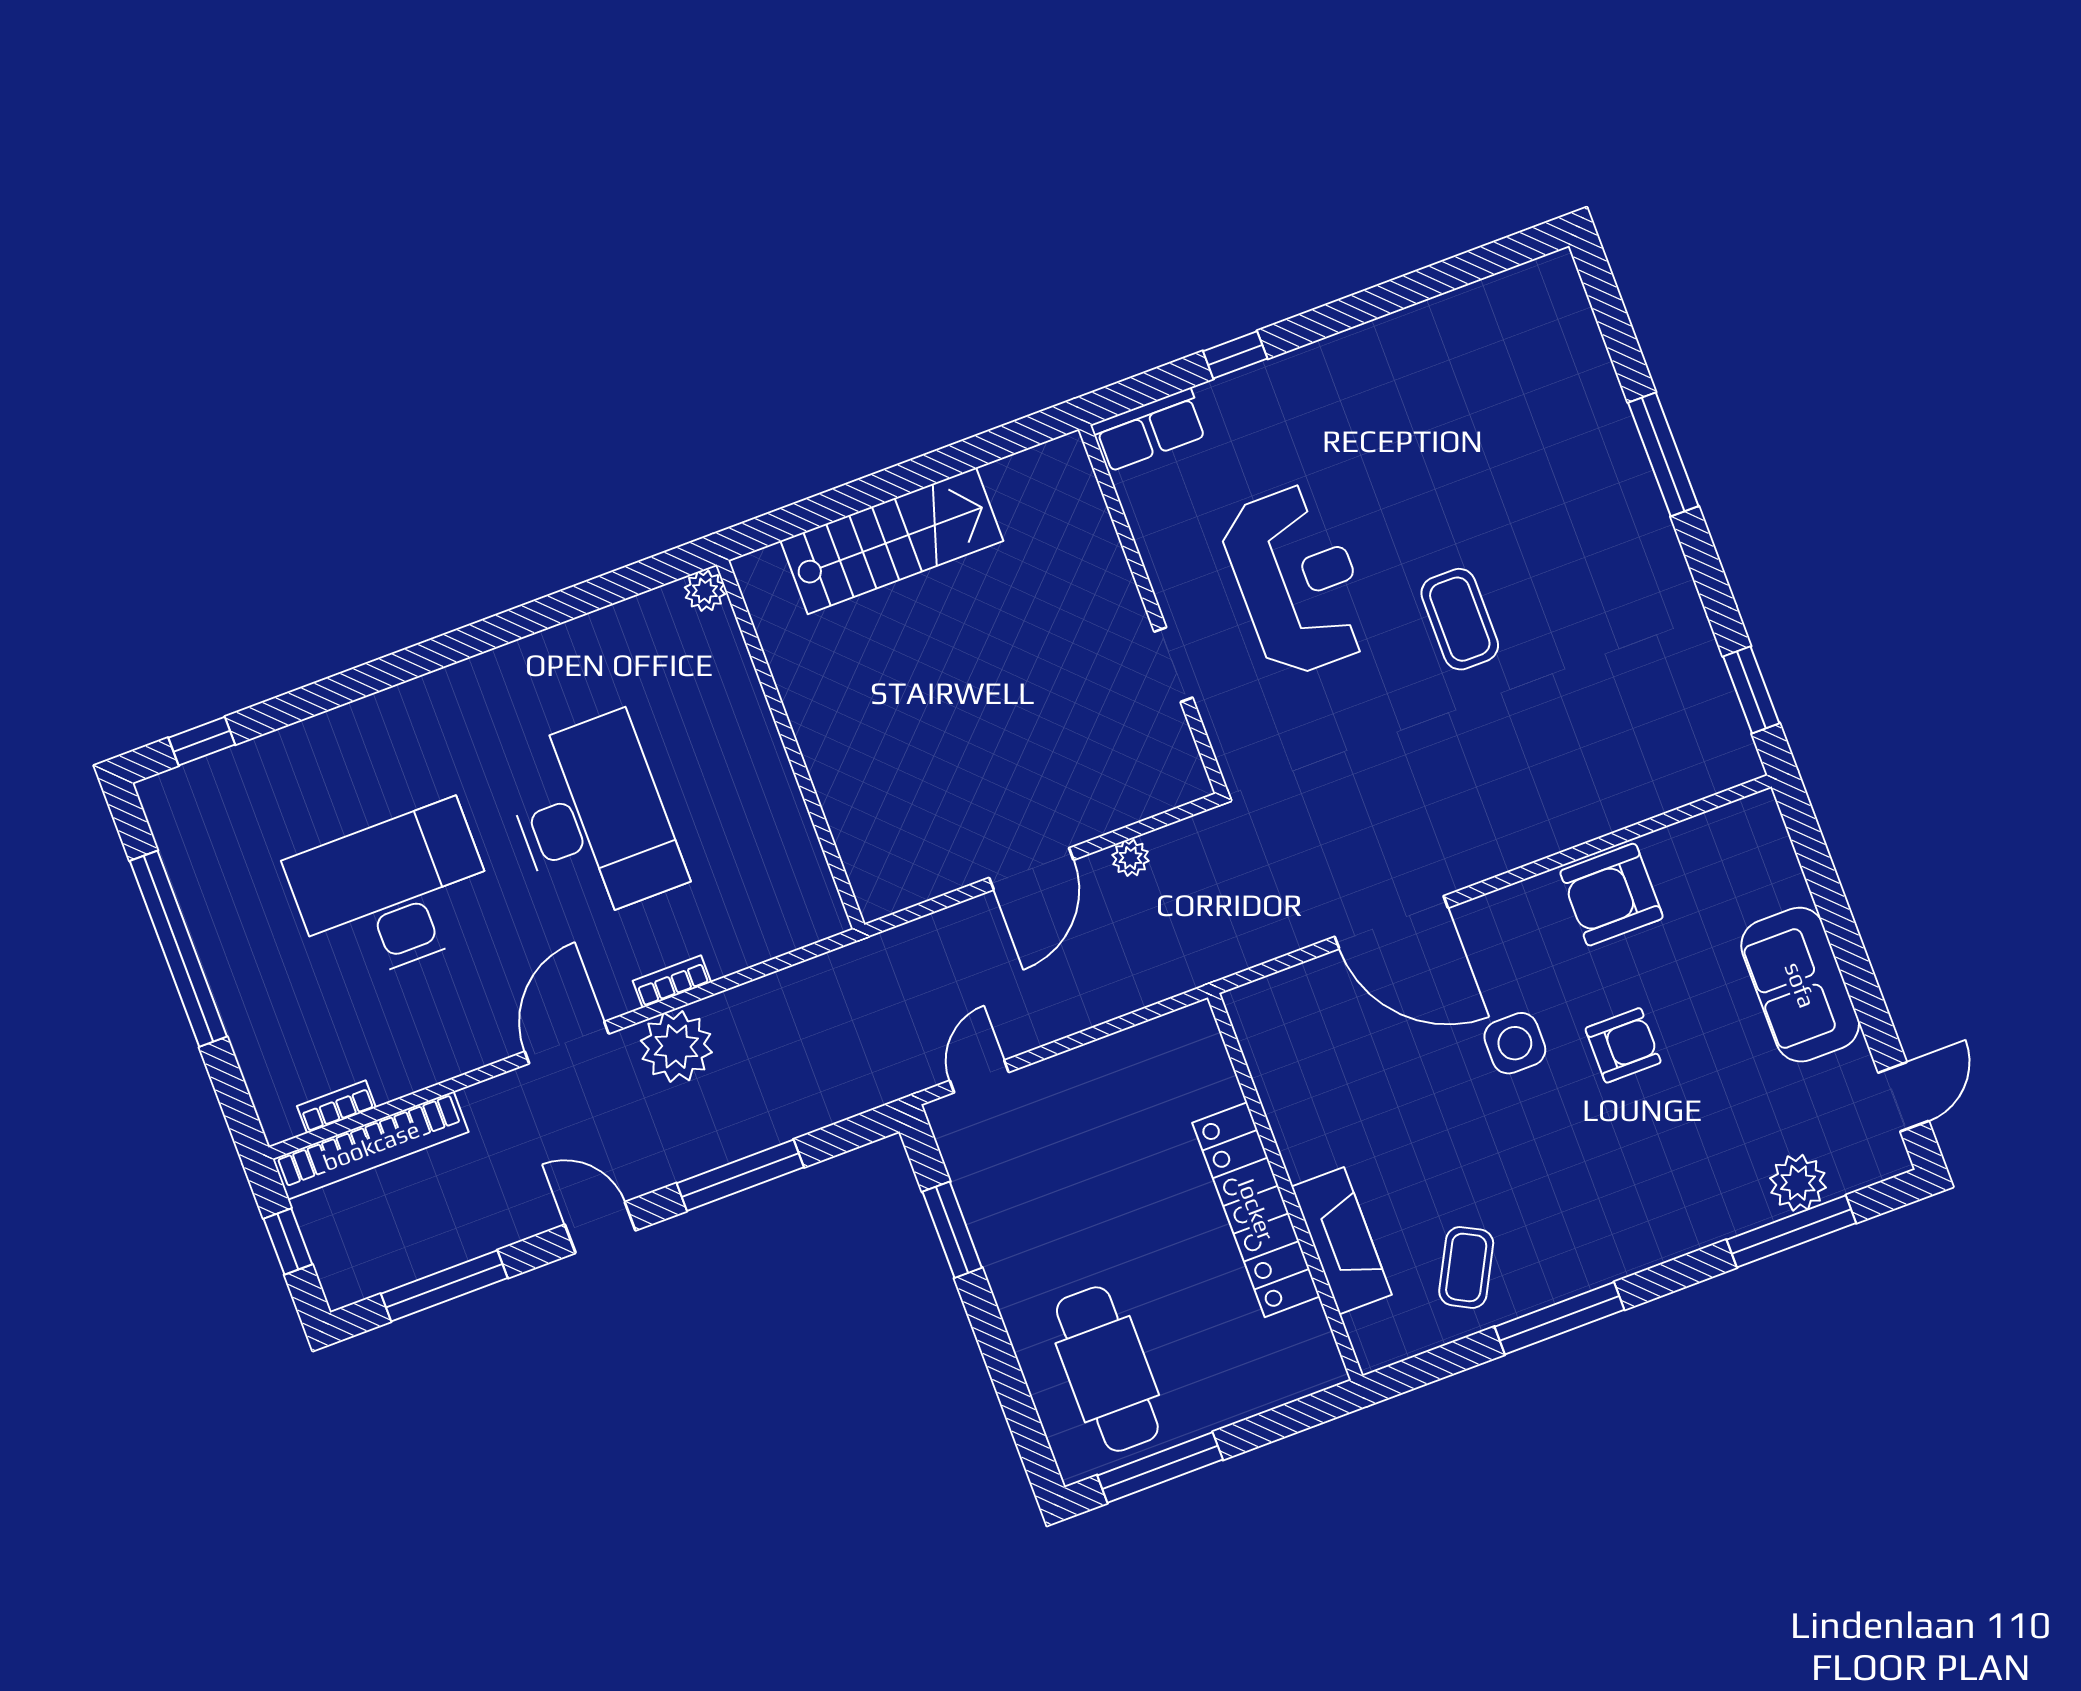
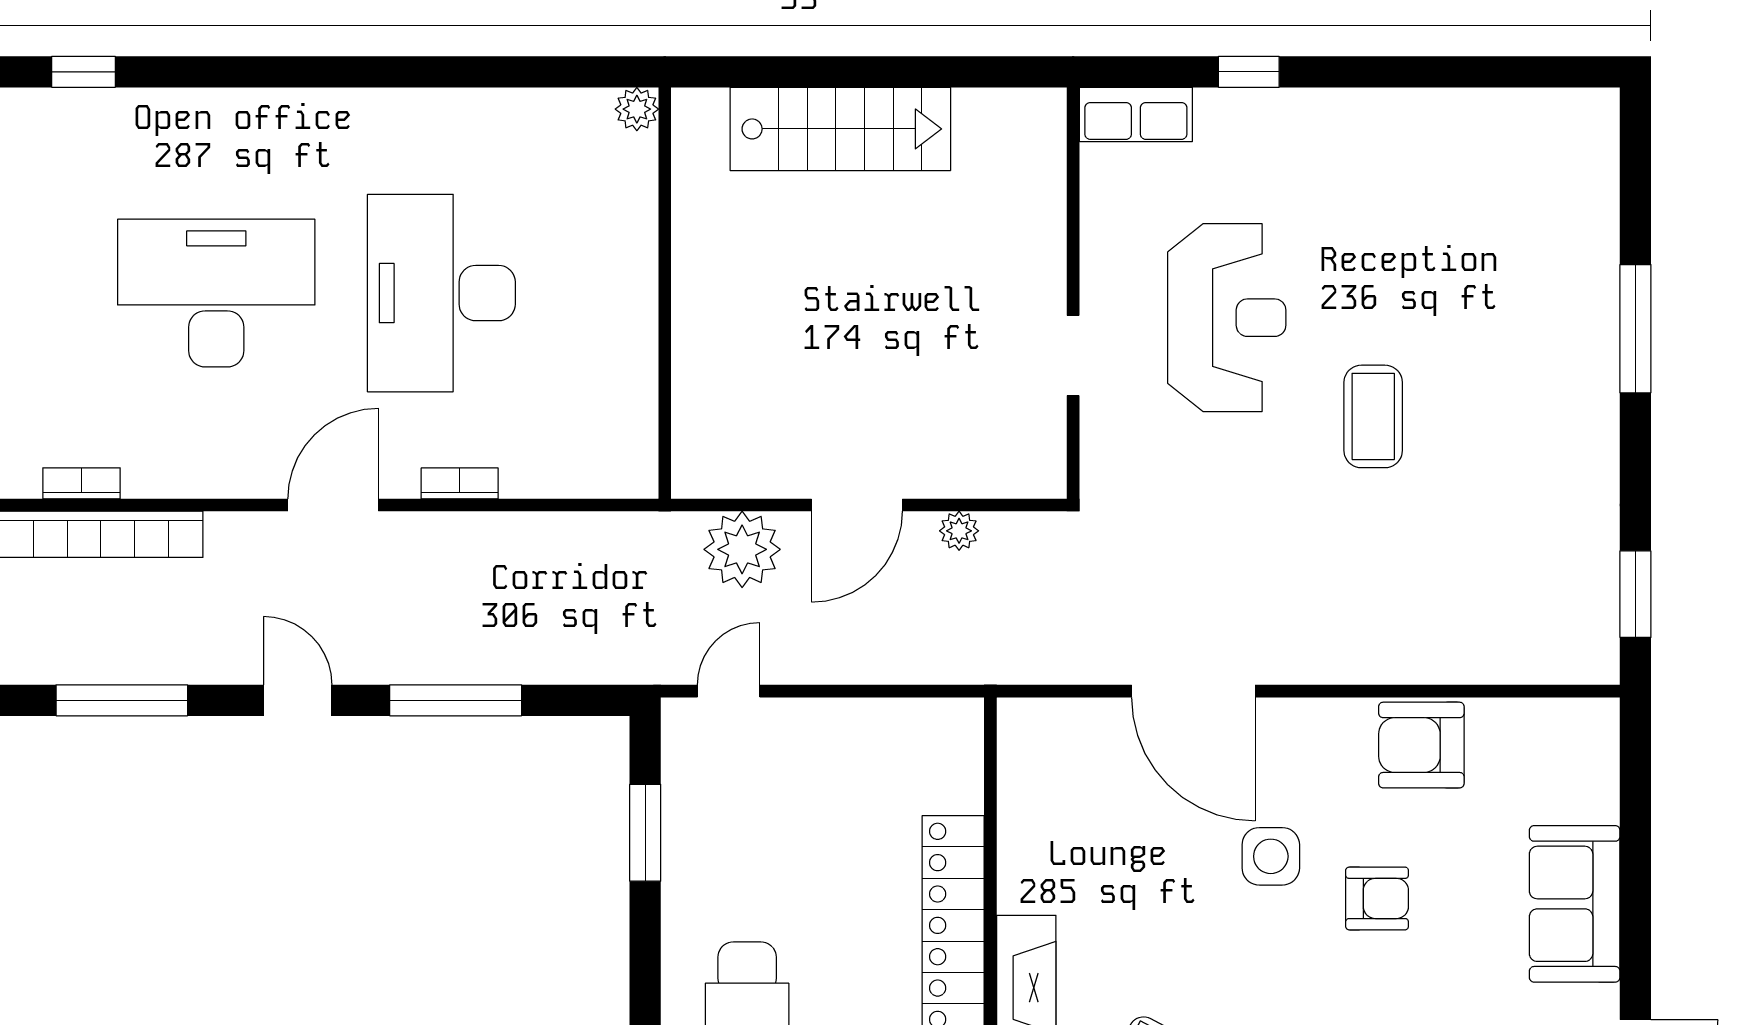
desk: (593, 819) -> (441, 293), turned 180
plant: (676, 1046) -> (742, 549), moved

